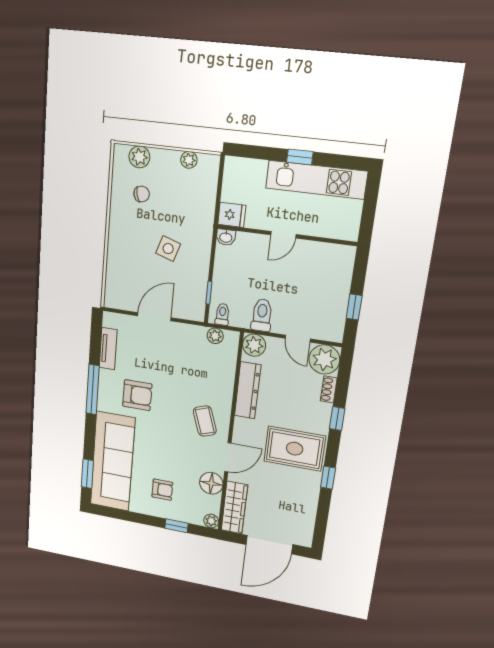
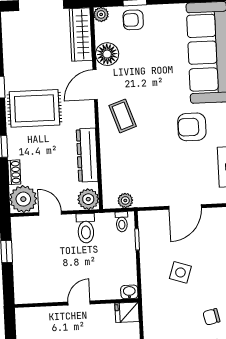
armchair: (162, 490) -> (133, 20), moved

